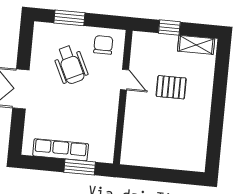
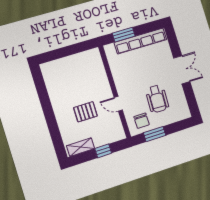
window: (69, 18) -> (155, 134), moved
wheelchair: (71, 65) -> (157, 99), turned -152
row of seats: (61, 150) -> (140, 41), width x1.36

